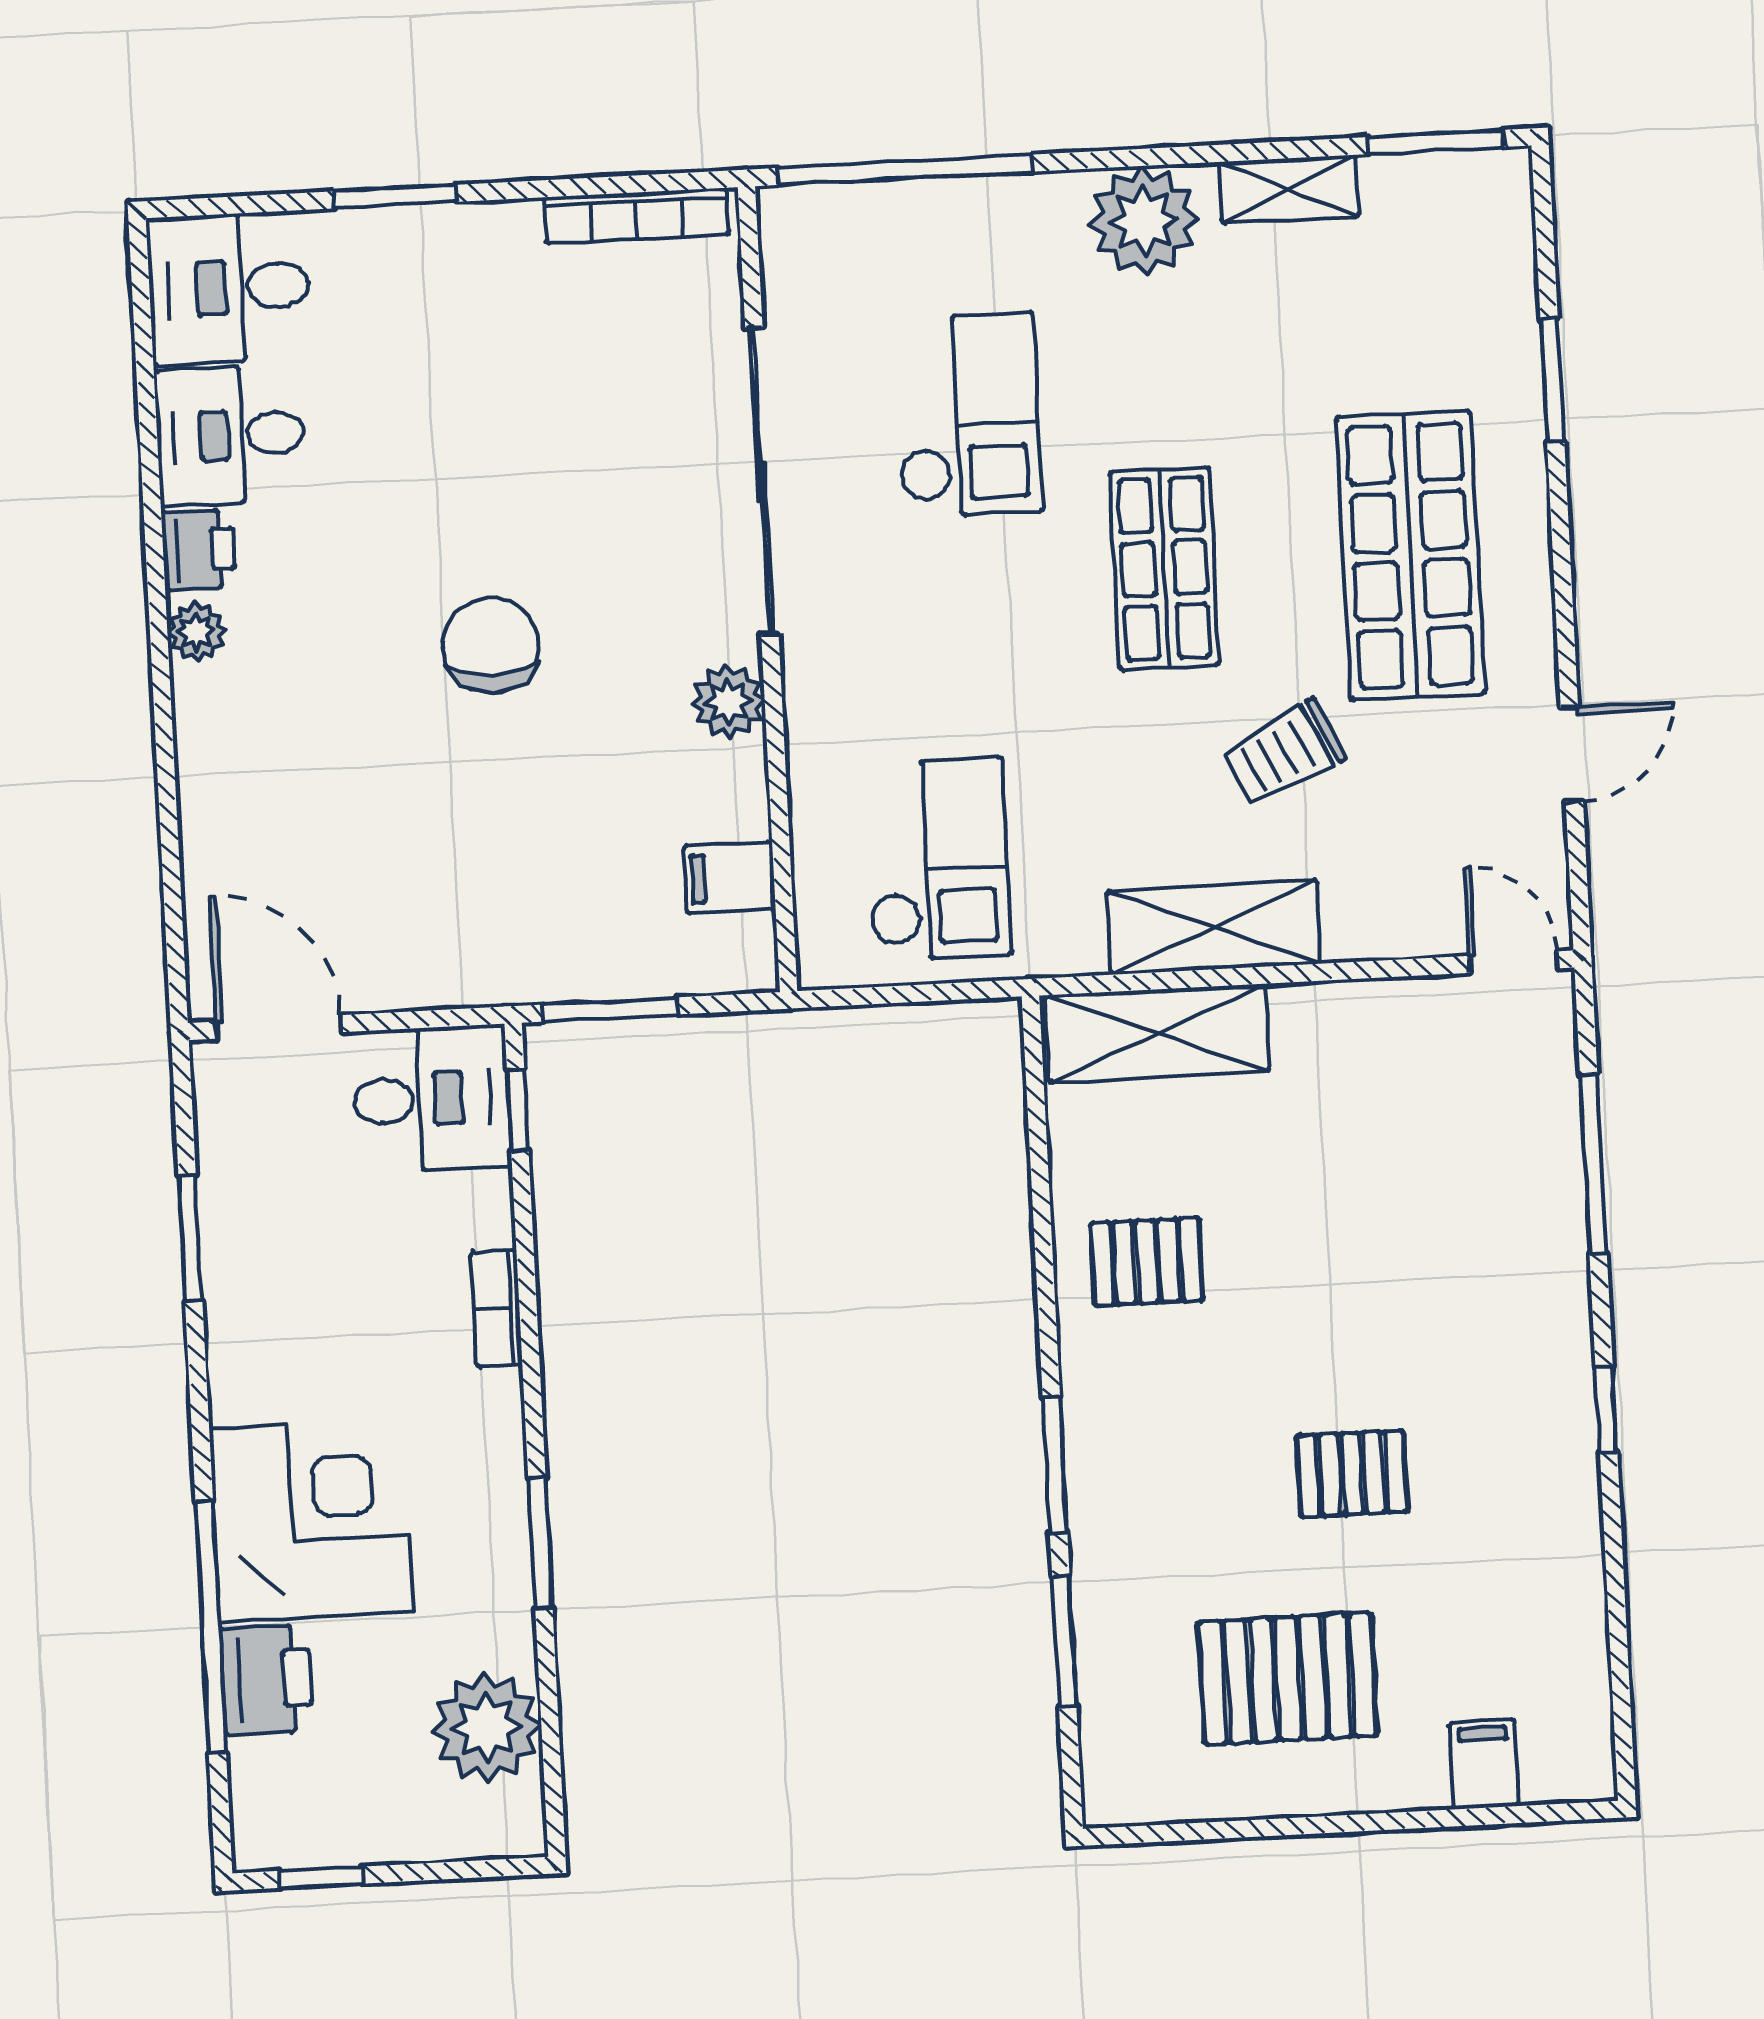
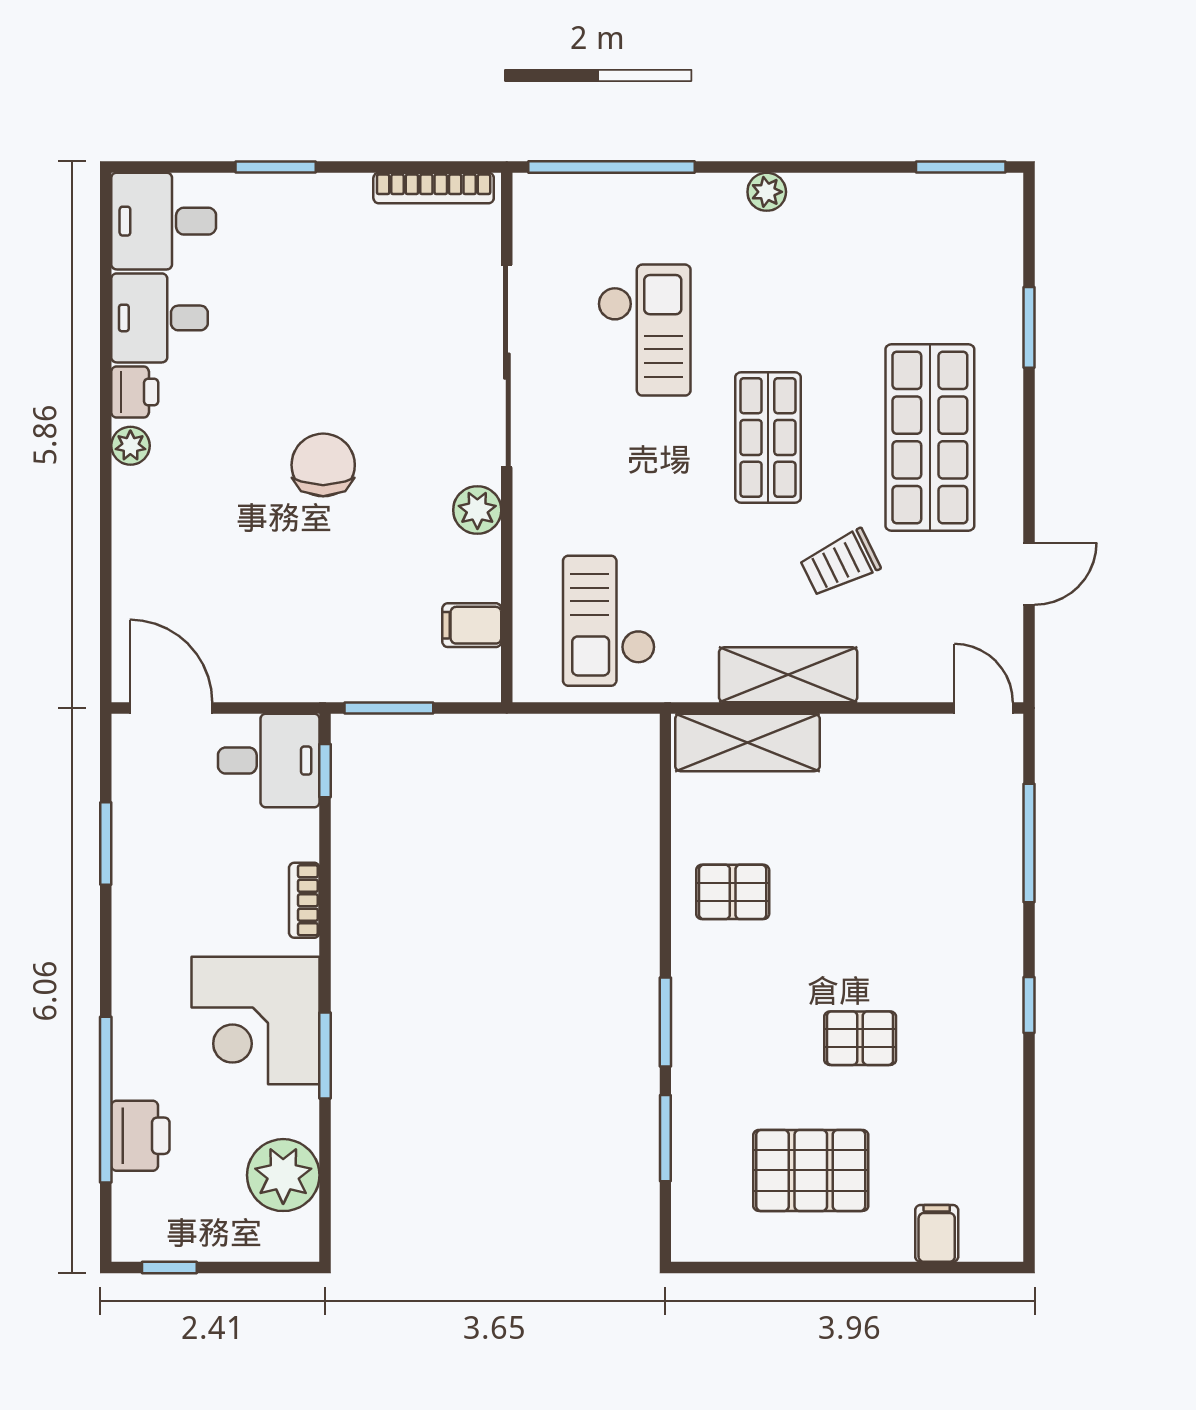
shelving: (1289, 189) -> (863, 193), removed
plant: (1144, 221) -> (767, 192), width x0.53, depth x0.53
checkout: (937, 859) -> (609, 621), turned 180
corner desk: (311, 1520) -> (255, 1021), moved, turned 180

